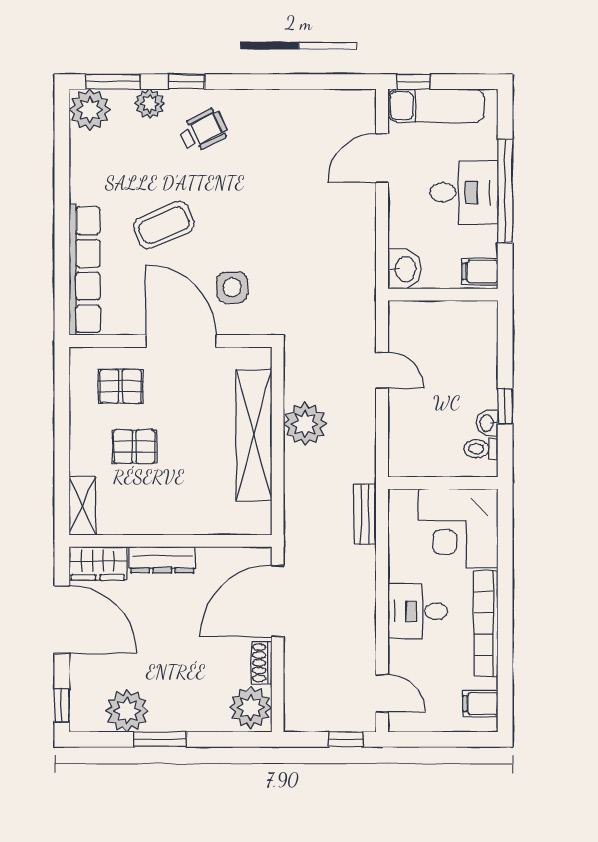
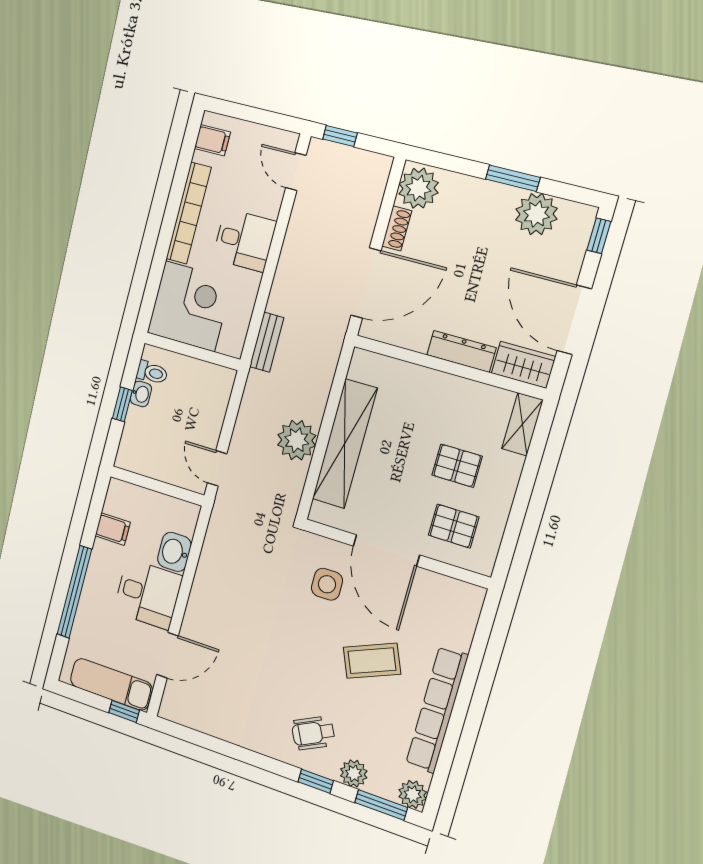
plant: (90, 110) -> (413, 794), width x0.73, depth x0.73
desk: (464, 193) -> (148, 594), moved, turned 180
row of seats: (85, 270) -> (437, 710), moved
wall: (443, 295) -> (157, 486), moved

